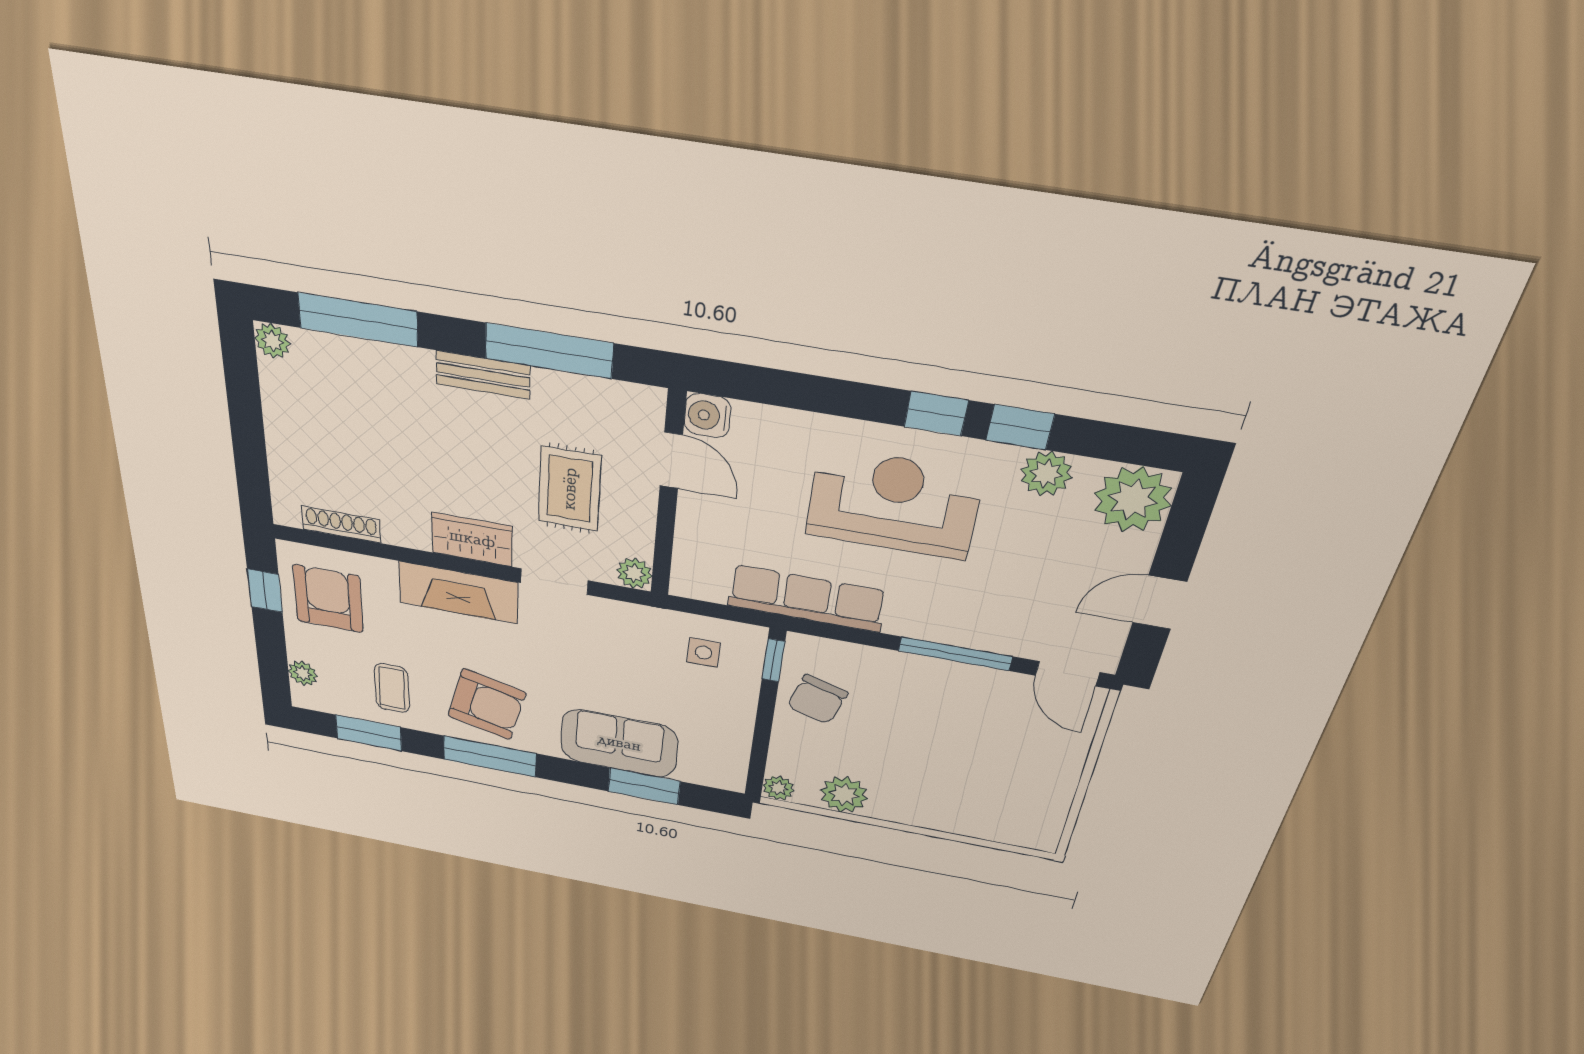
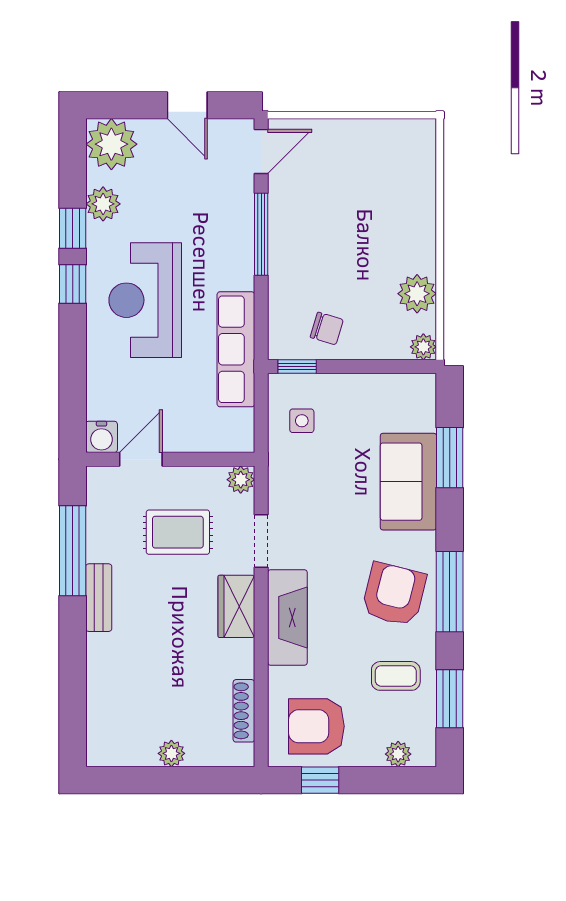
window: (358, 320) -> (73, 688), removed
plant: (272, 341) -> (171, 753), moved
chair: (817, 700) -> (327, 328), width x0.73, depth x0.73

